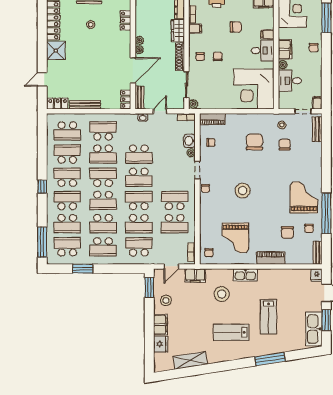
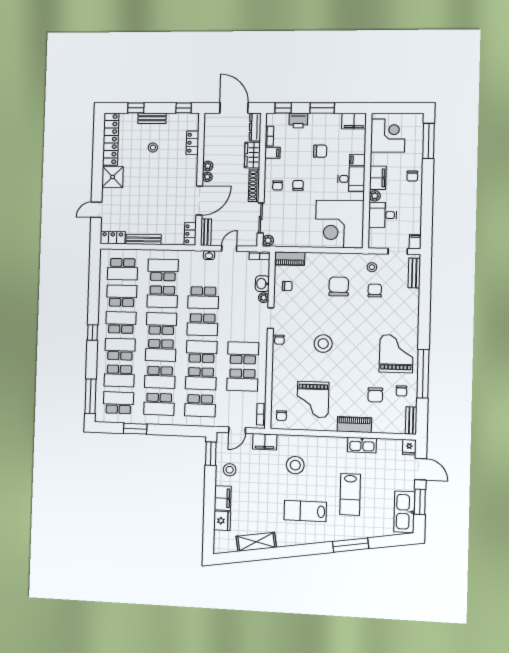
school desk: (139, 247) -> (200, 406), turned 180
kitchen sink: (245, 275) -> (362, 445), moved

